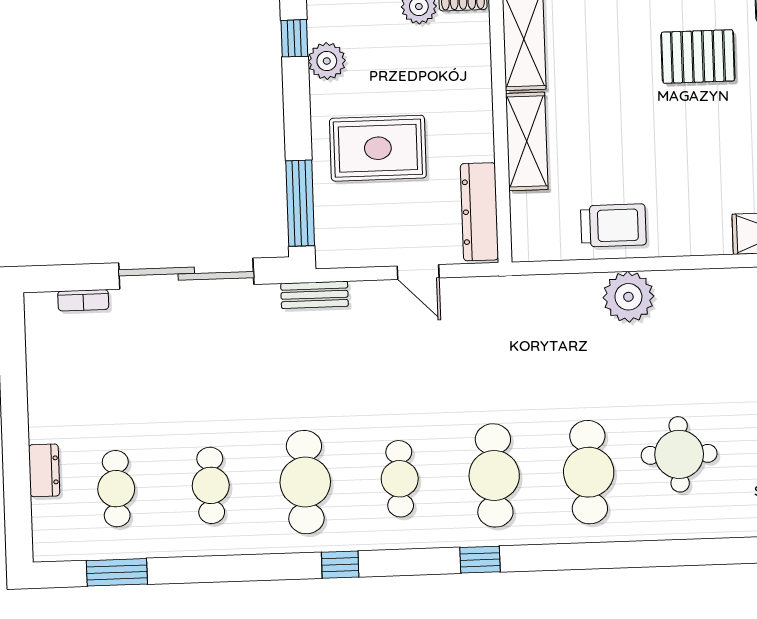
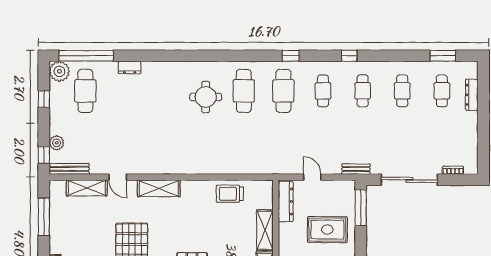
plant: (628, 297) -> (225, 164), removed
dresser: (44, 470) -> (472, 95), width x1.44
cafe table: (305, 482) -> (363, 91), width x0.73, depth x0.74

